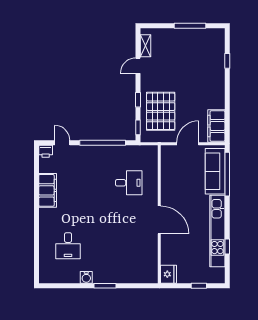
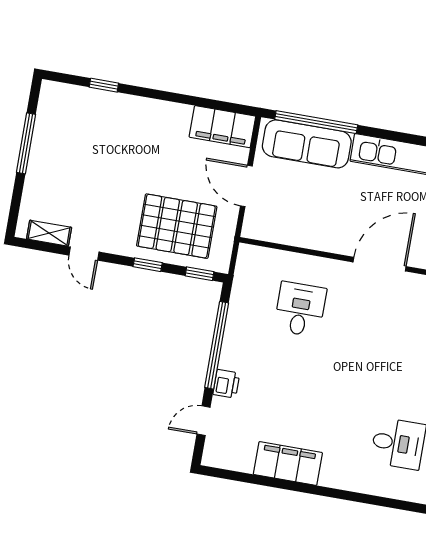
printer: (46, 151) -> (226, 384), moved

